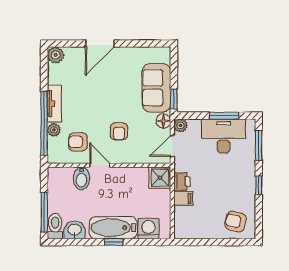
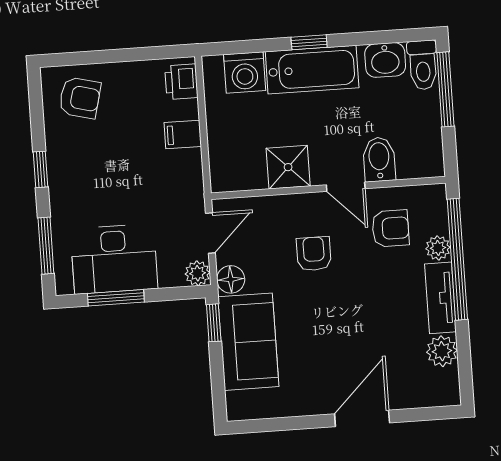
plant: (56, 55) -> (442, 351), moved
shower: (160, 178) -> (288, 167), moved
printer: (182, 181) -> (181, 82), moved

